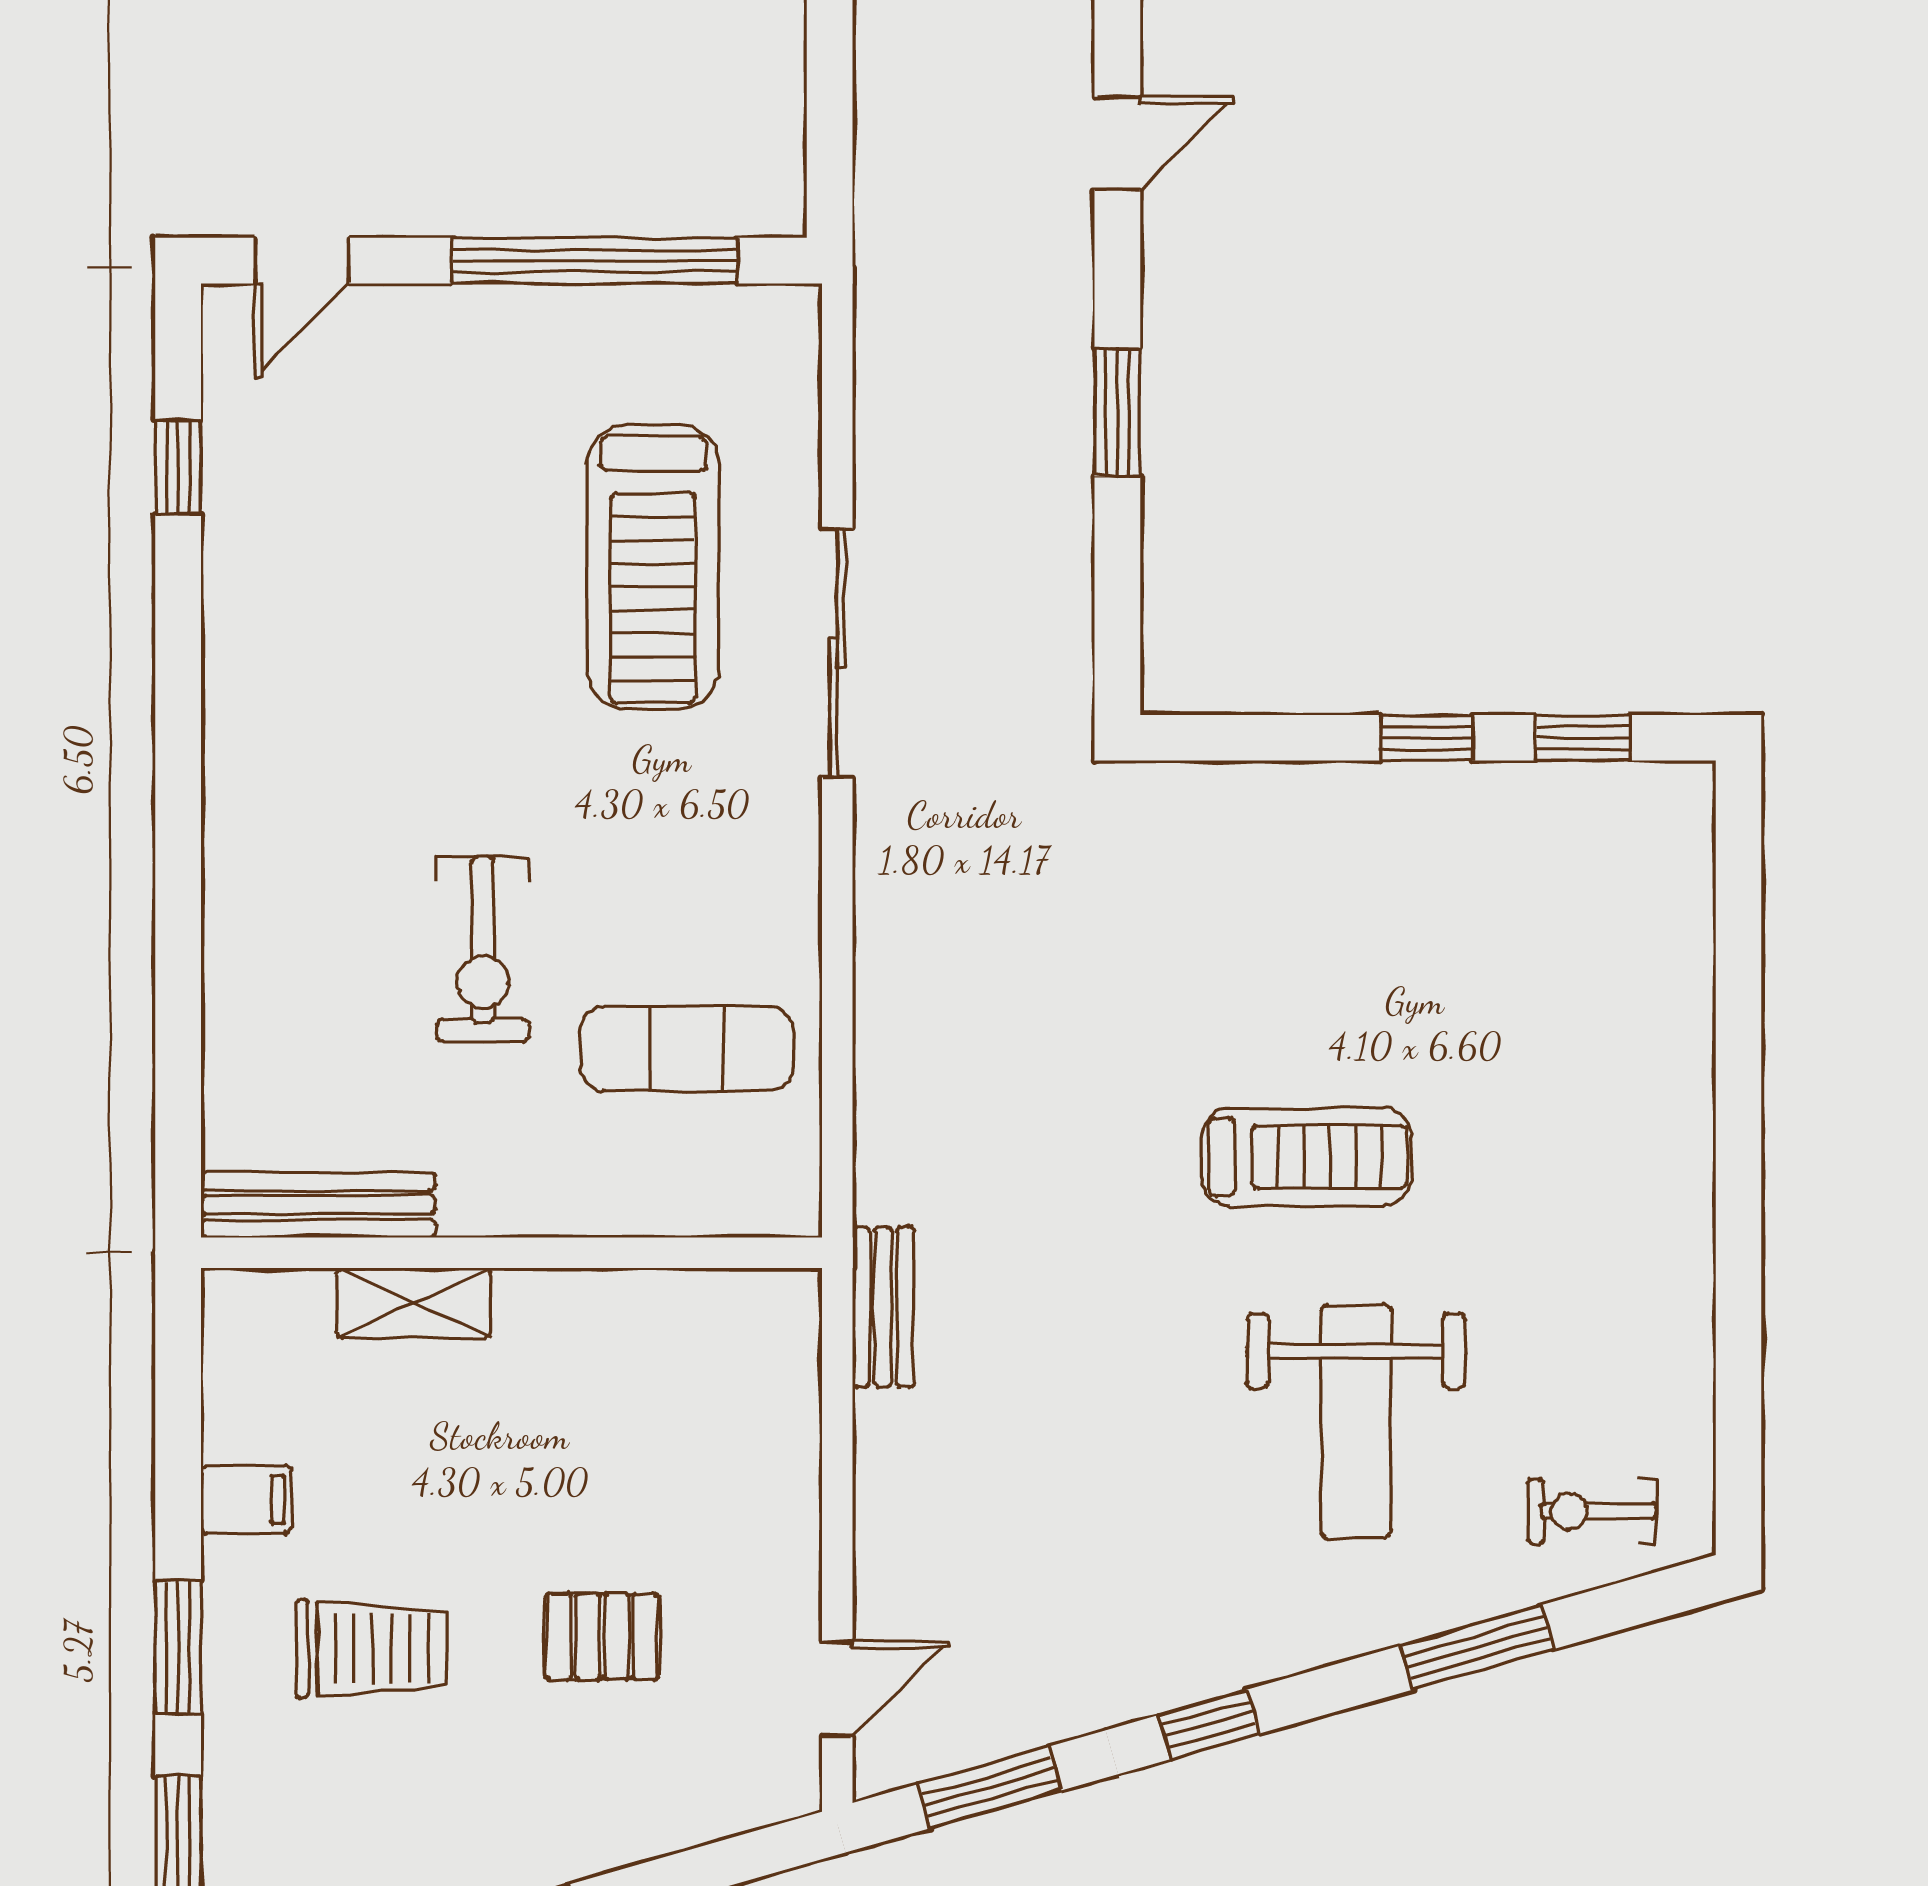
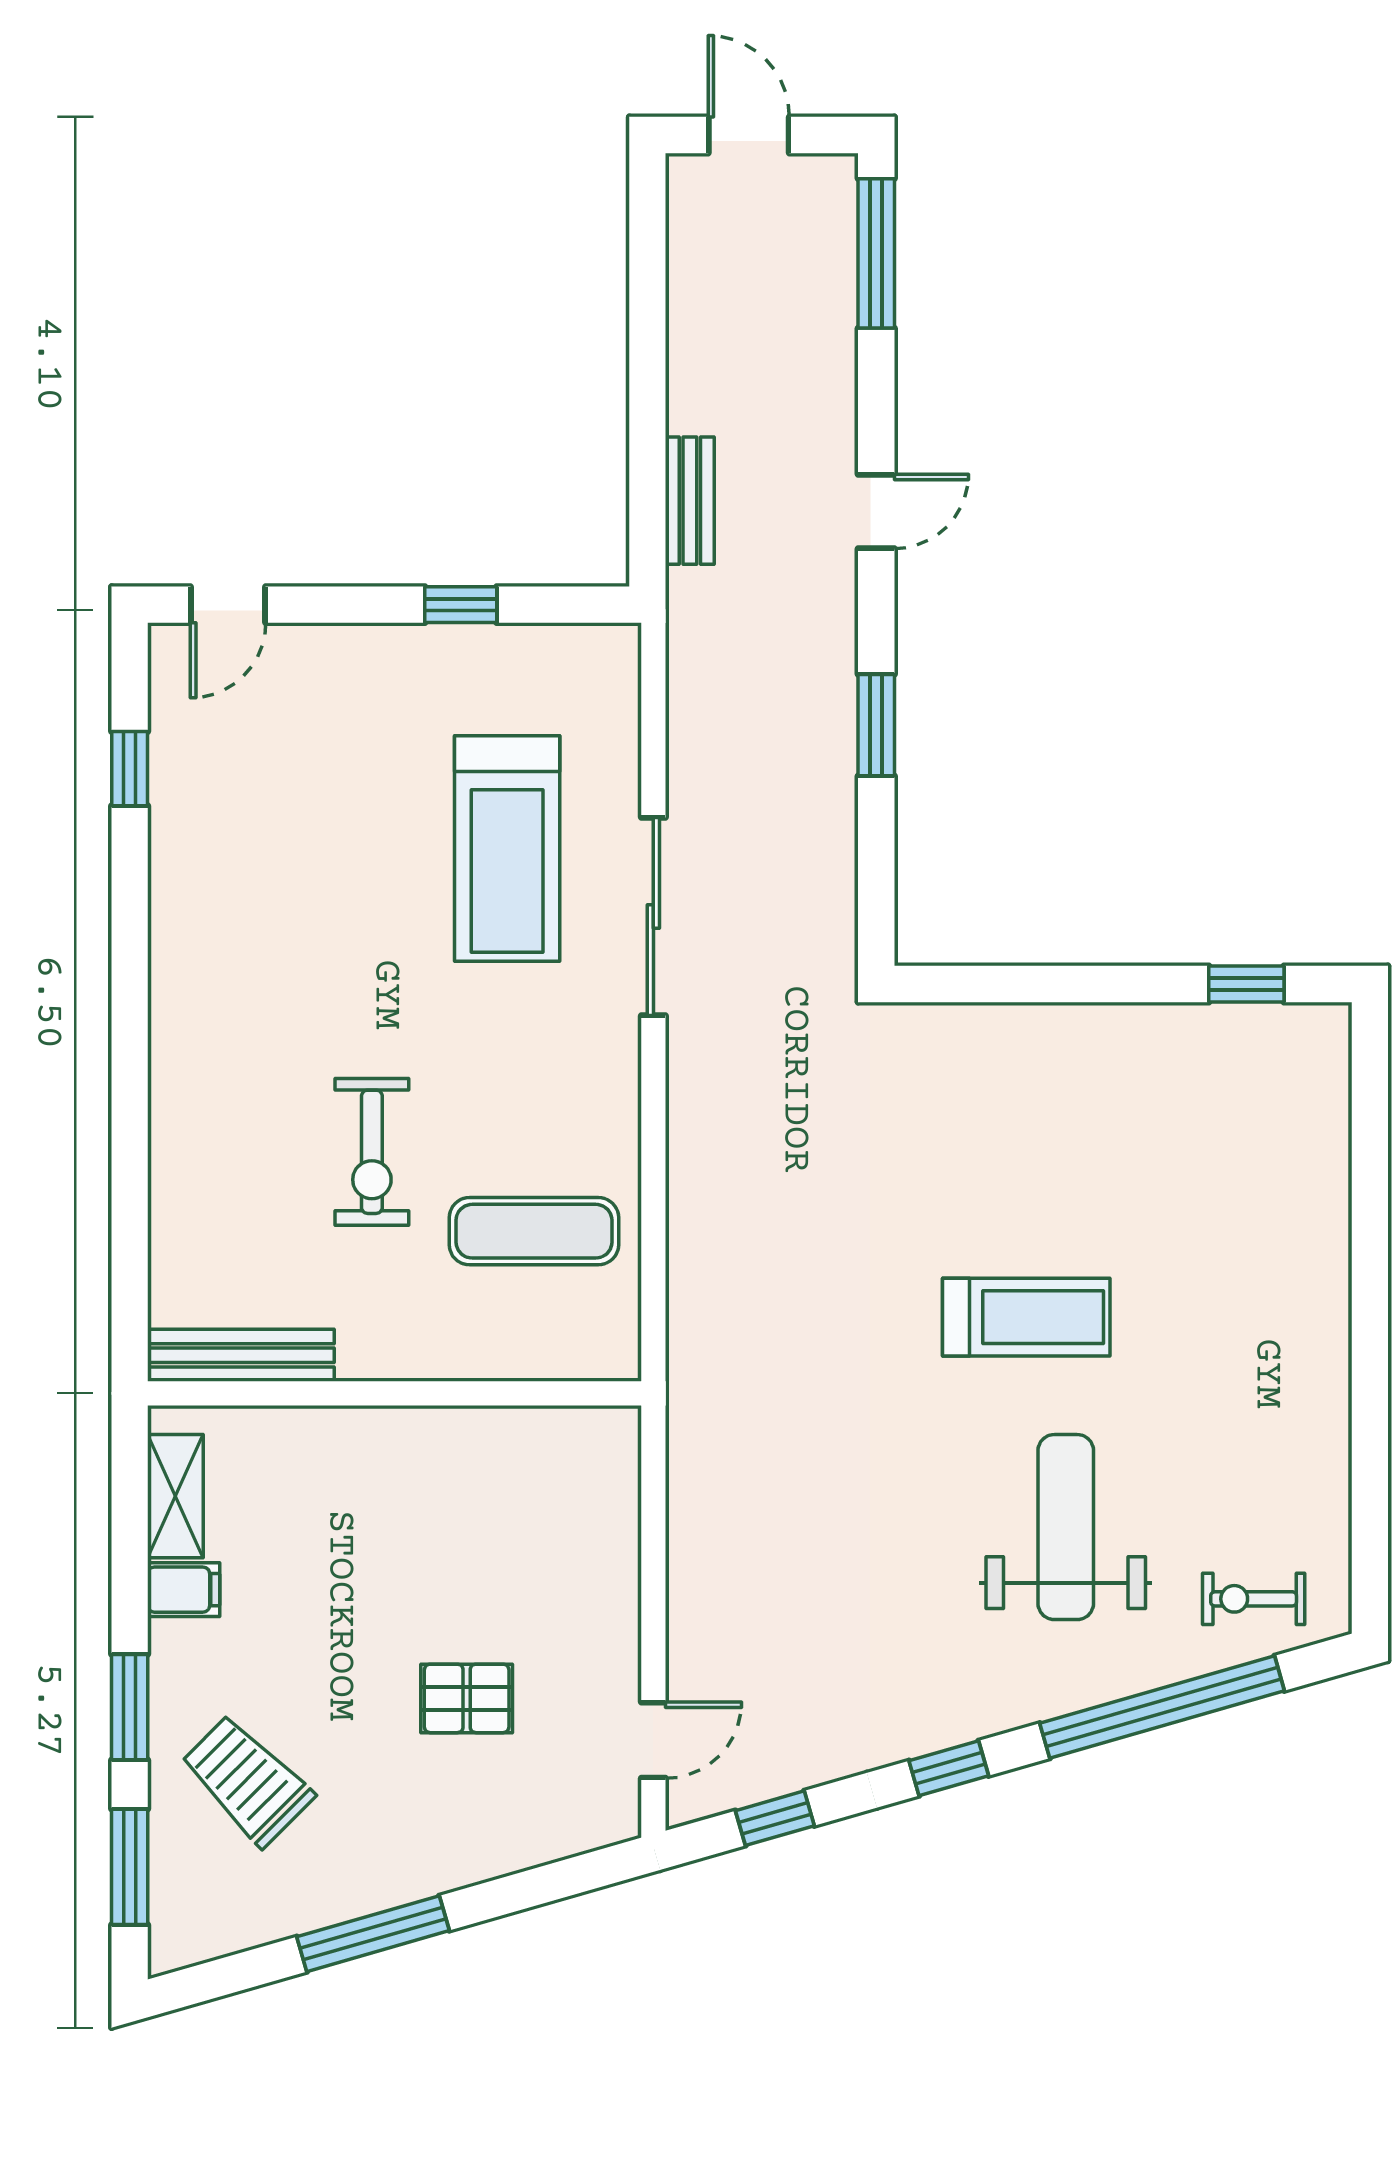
window: (595, 261) -> (461, 605), width x0.32
window: (1426, 738) -> (1122, 984), removed
shelving: (413, 1303) -> (175, 1496), moved, turned 90
bench: (883, 1307) -> (690, 501), moved
weight bench: (1356, 1421) -> (1066, 1527), turned 180
window: (1477, 1647) -> (1162, 1707), width x2.11
trolley: (371, 1649) -> (247, 1780), moved, turned -135
window: (990, 1787) -> (775, 1818), width x0.67

